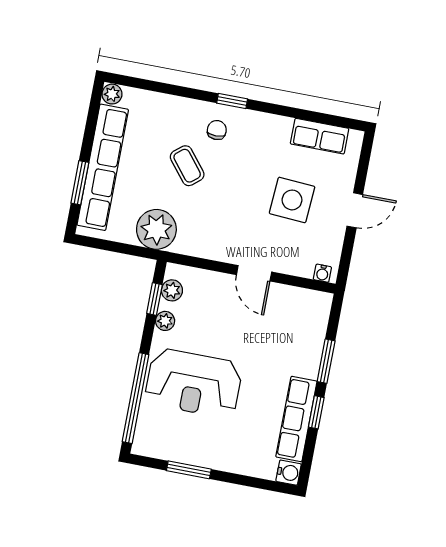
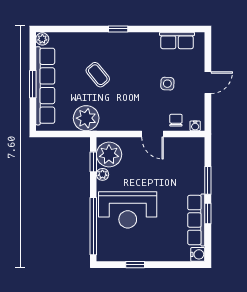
chair: (217, 130) -> (176, 120), moved
window: (80, 183) -> (33, 84), moved
side table: (292, 200) -> (167, 84), width x0.54, depth x0.54
plant: (172, 290) -> (109, 154), width x1.88, depth x1.88
window: (189, 470) -> (135, 265), width x0.67

